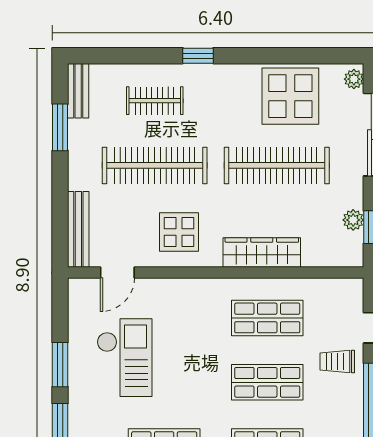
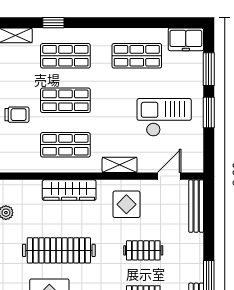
clothes rail: (155, 165) -> (143, 250), width x0.54, depth x0.76
shelving: (189, 289) -> (120, 165), added
checkout: (125, 358) -> (164, 117), turned 90

